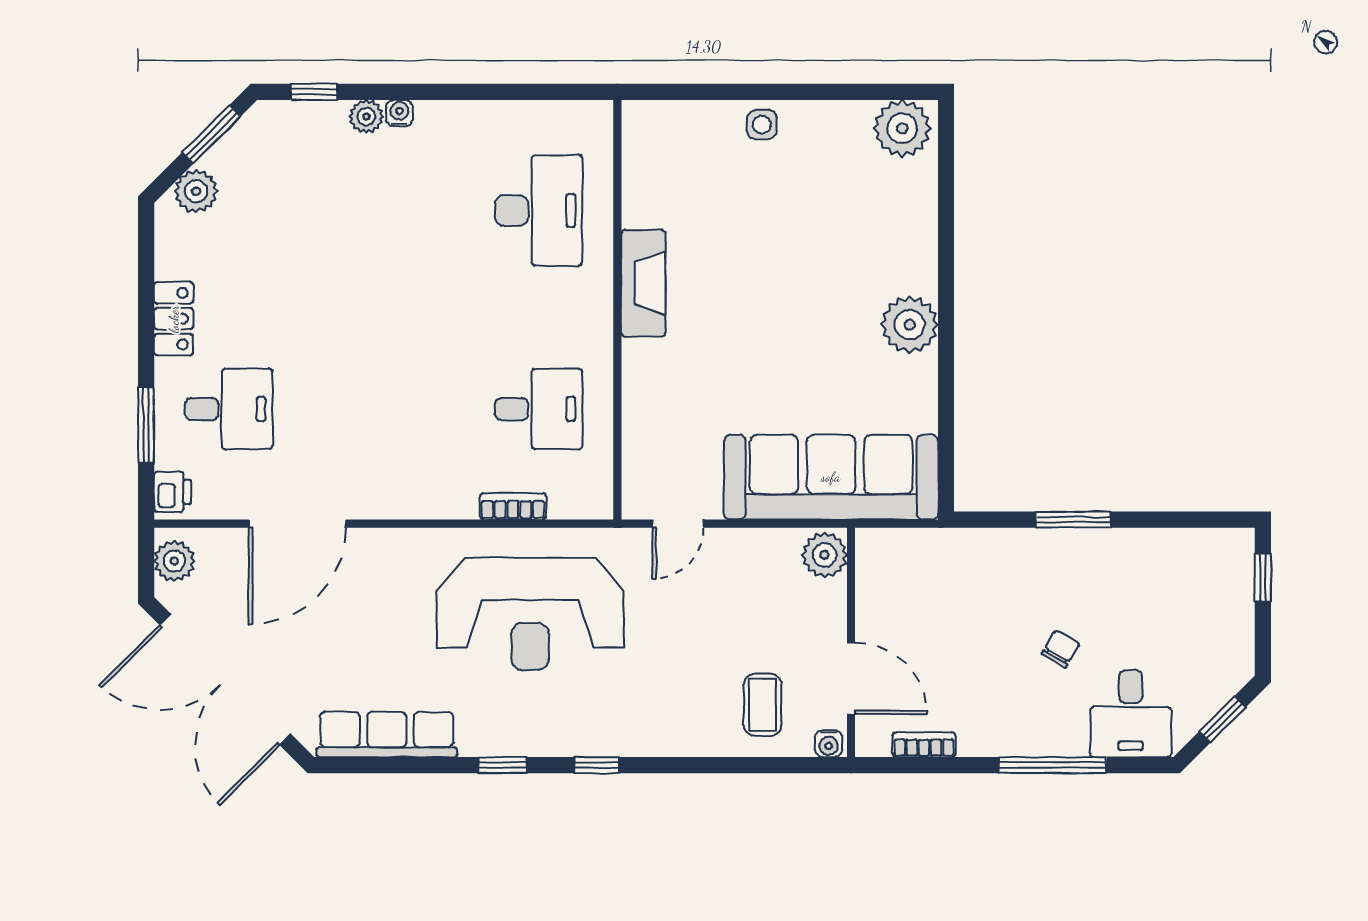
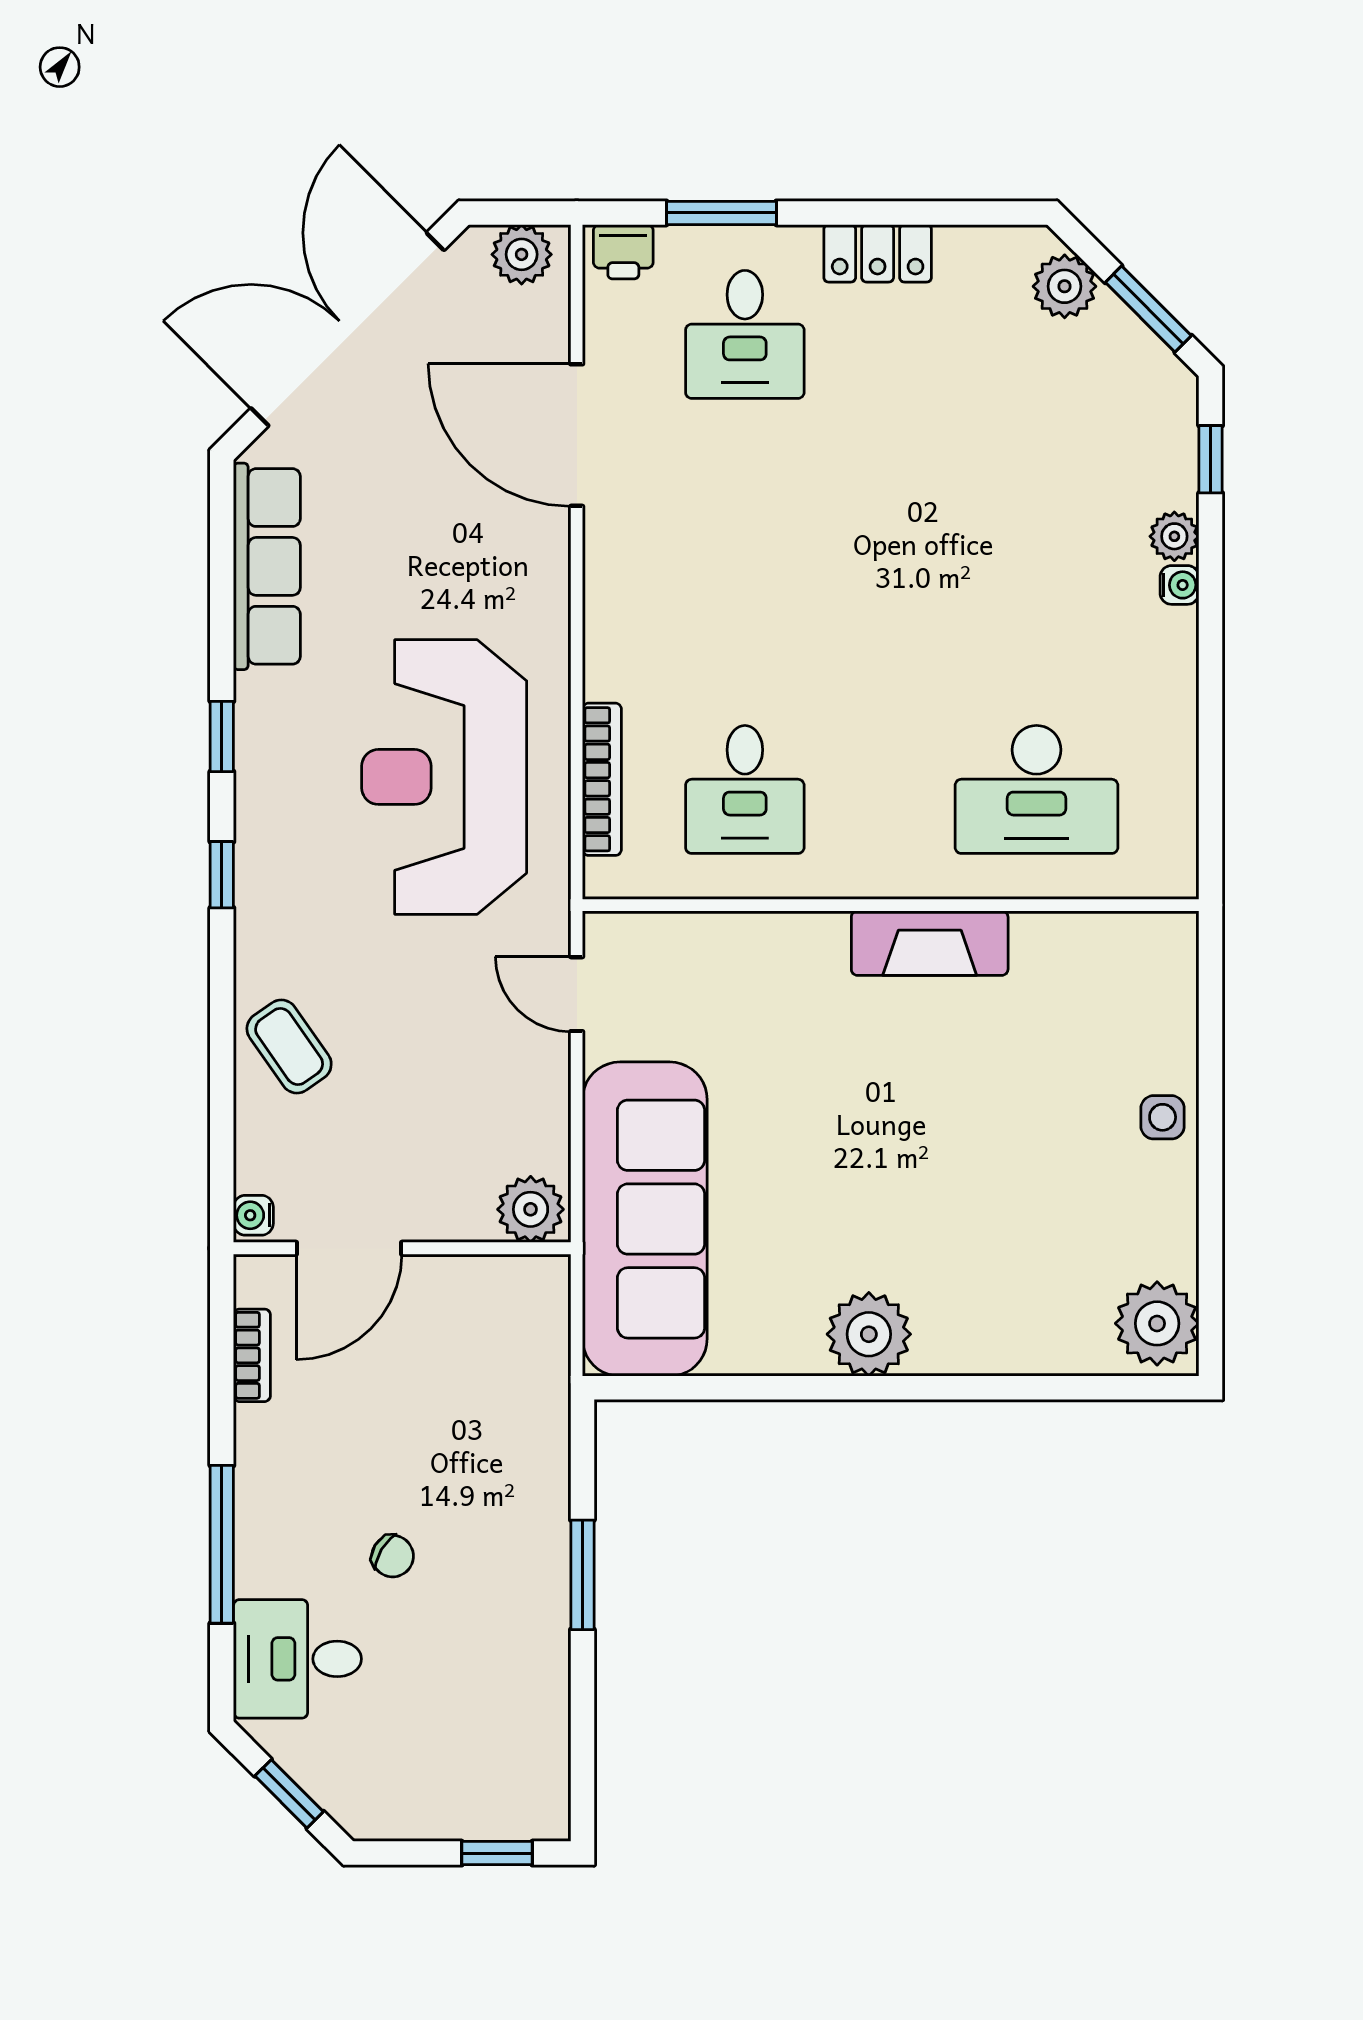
bookcase: (513, 506) -> (602, 779), width x1.56
coffee table: (763, 705) -> (289, 1046), moved, turned 55

